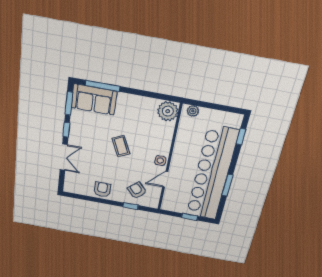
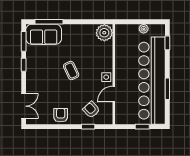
plant: (193, 111) -> (144, 29), moved
double door: (64, 157) -> (24, 106), moved

